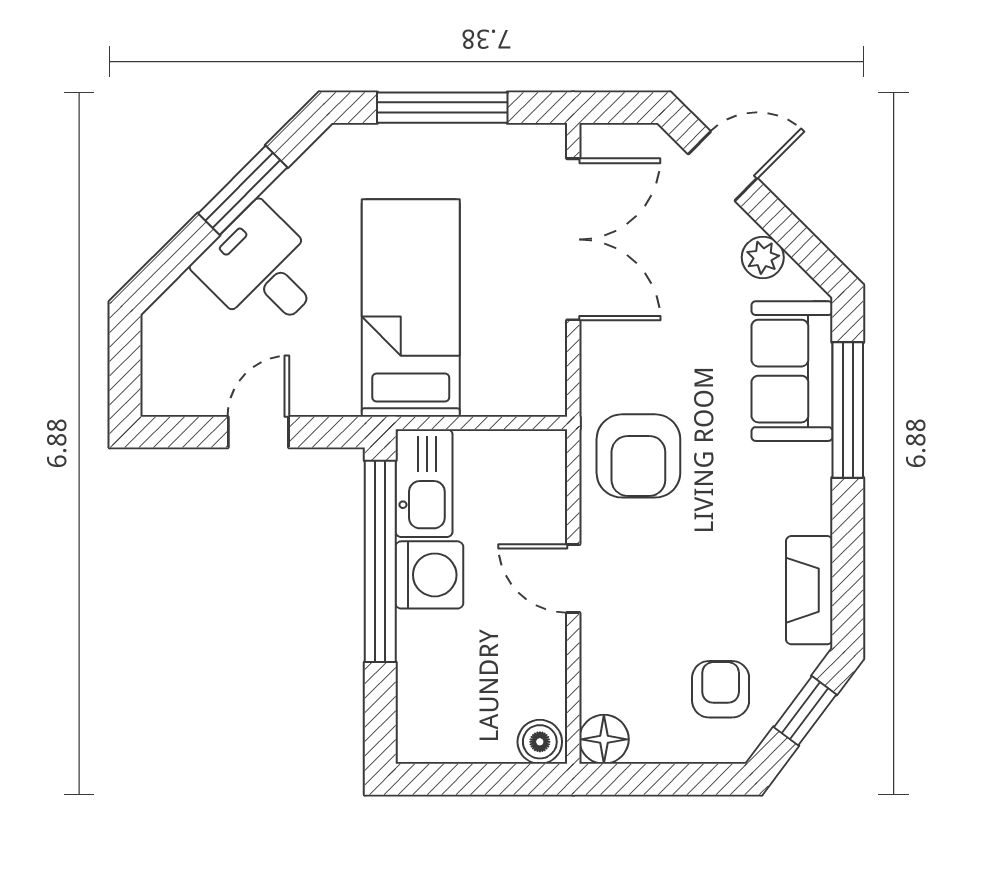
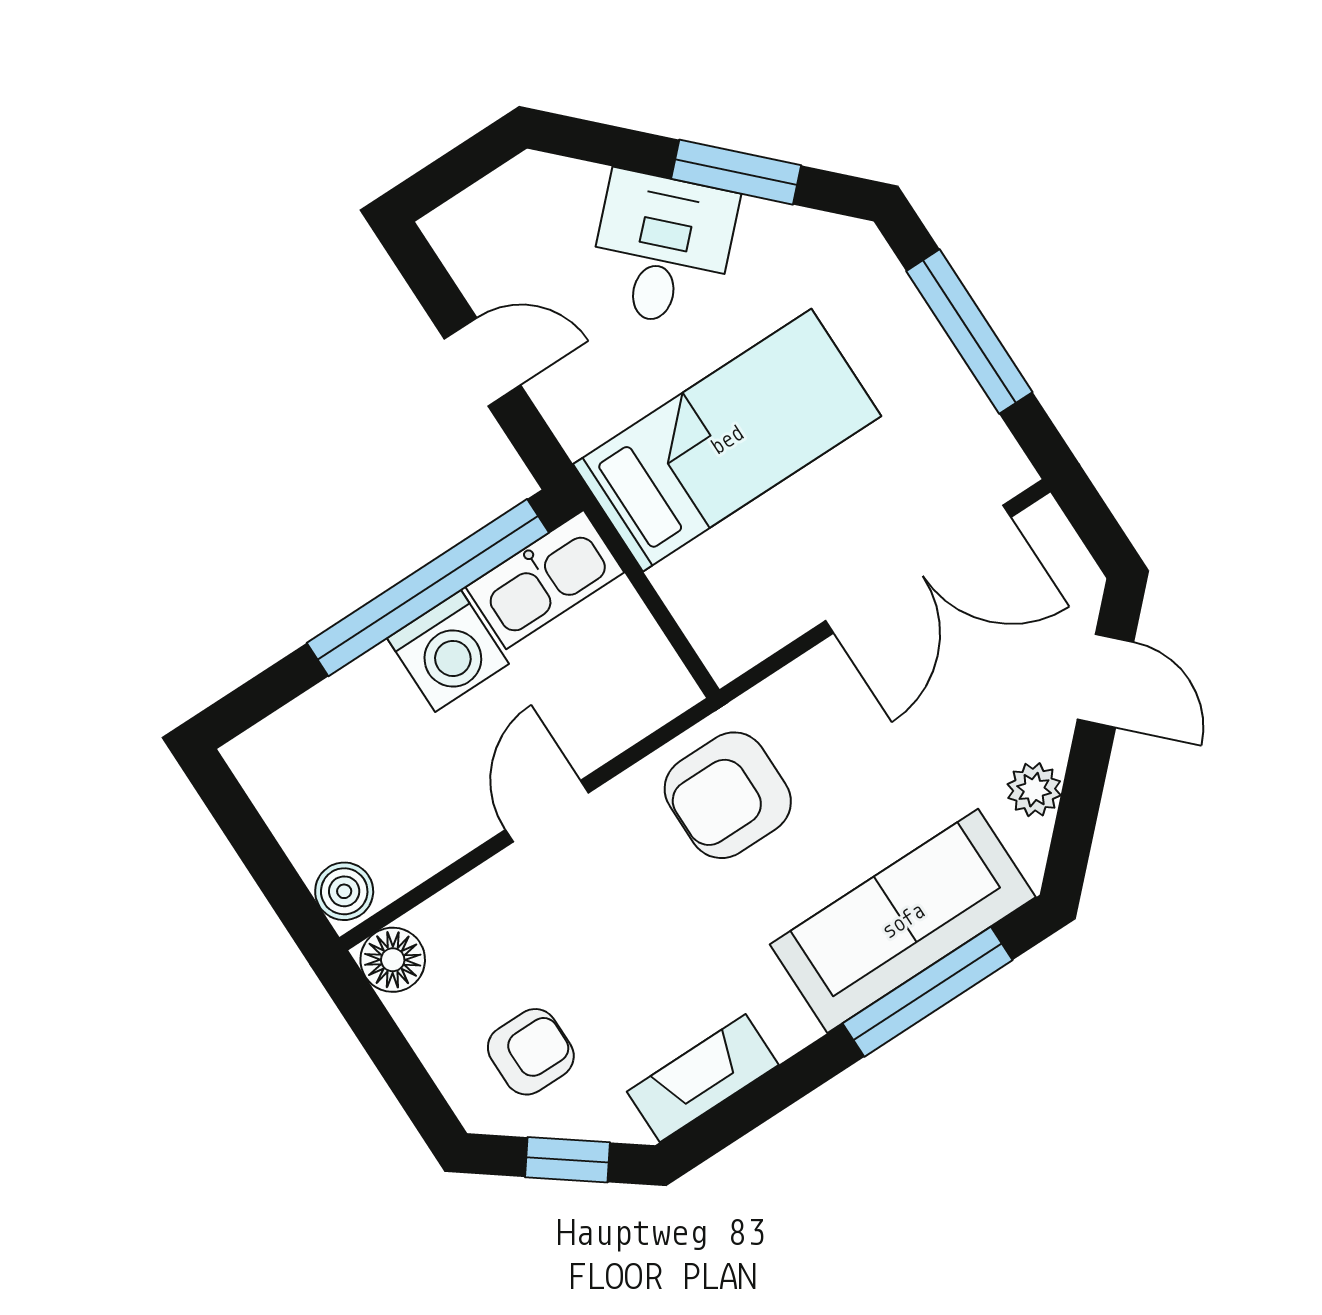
sofa: (792, 371) -> (903, 921), width x1.36

